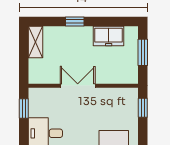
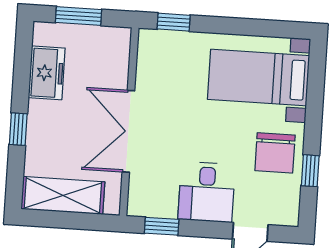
shelving: (36, 42) -> (63, 195), width x1.50, depth x1.33
double door: (78, 86) -> (128, 131), width x1.37

